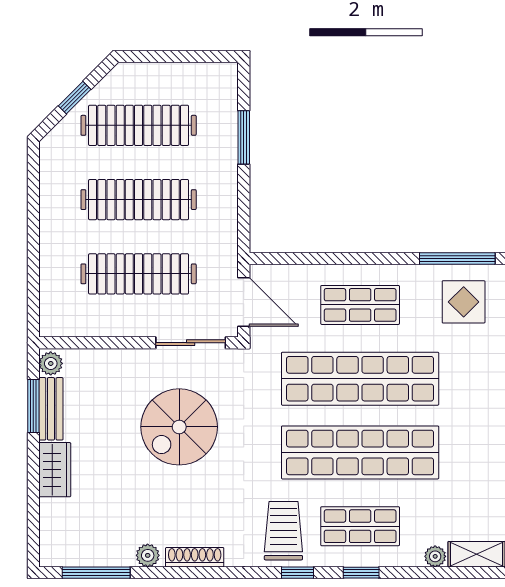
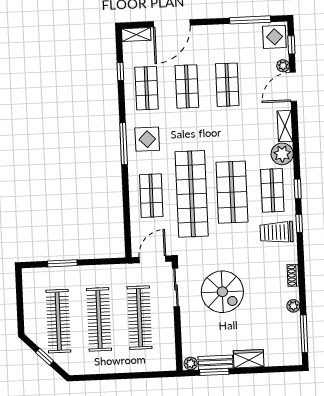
shop shelf: (360, 452) -> (232, 192), width x0.71
plant: (435, 556) -> (282, 154), width x1.87, depth x1.87
shoe rack: (195, 557) -> (293, 275), width x0.70

